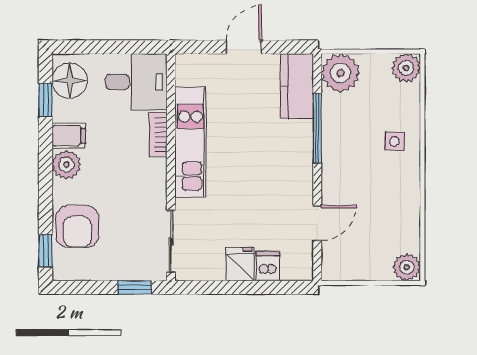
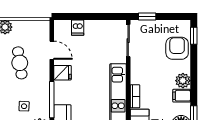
side table: (394, 141) -> (24, 106), moved
cafe table: (379, 199) -> (20, 63), added
door: (317, 223) -> (52, 50), swing flipped
fridge: (240, 264) -> (63, 73), moved, turned -90

